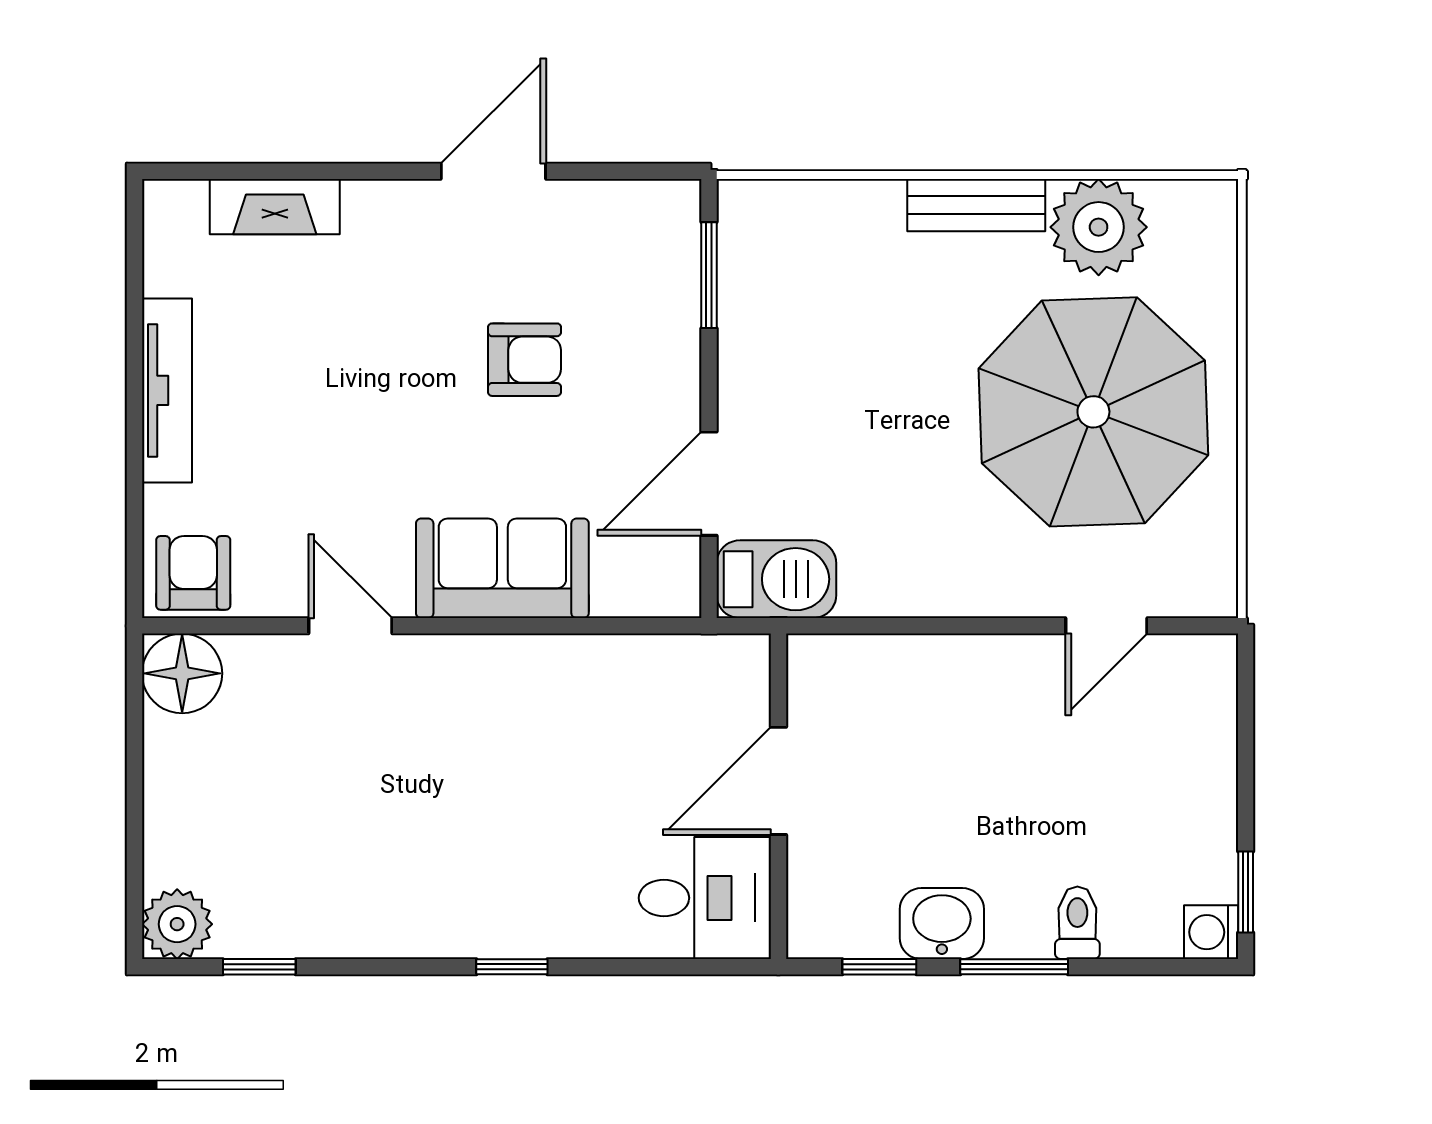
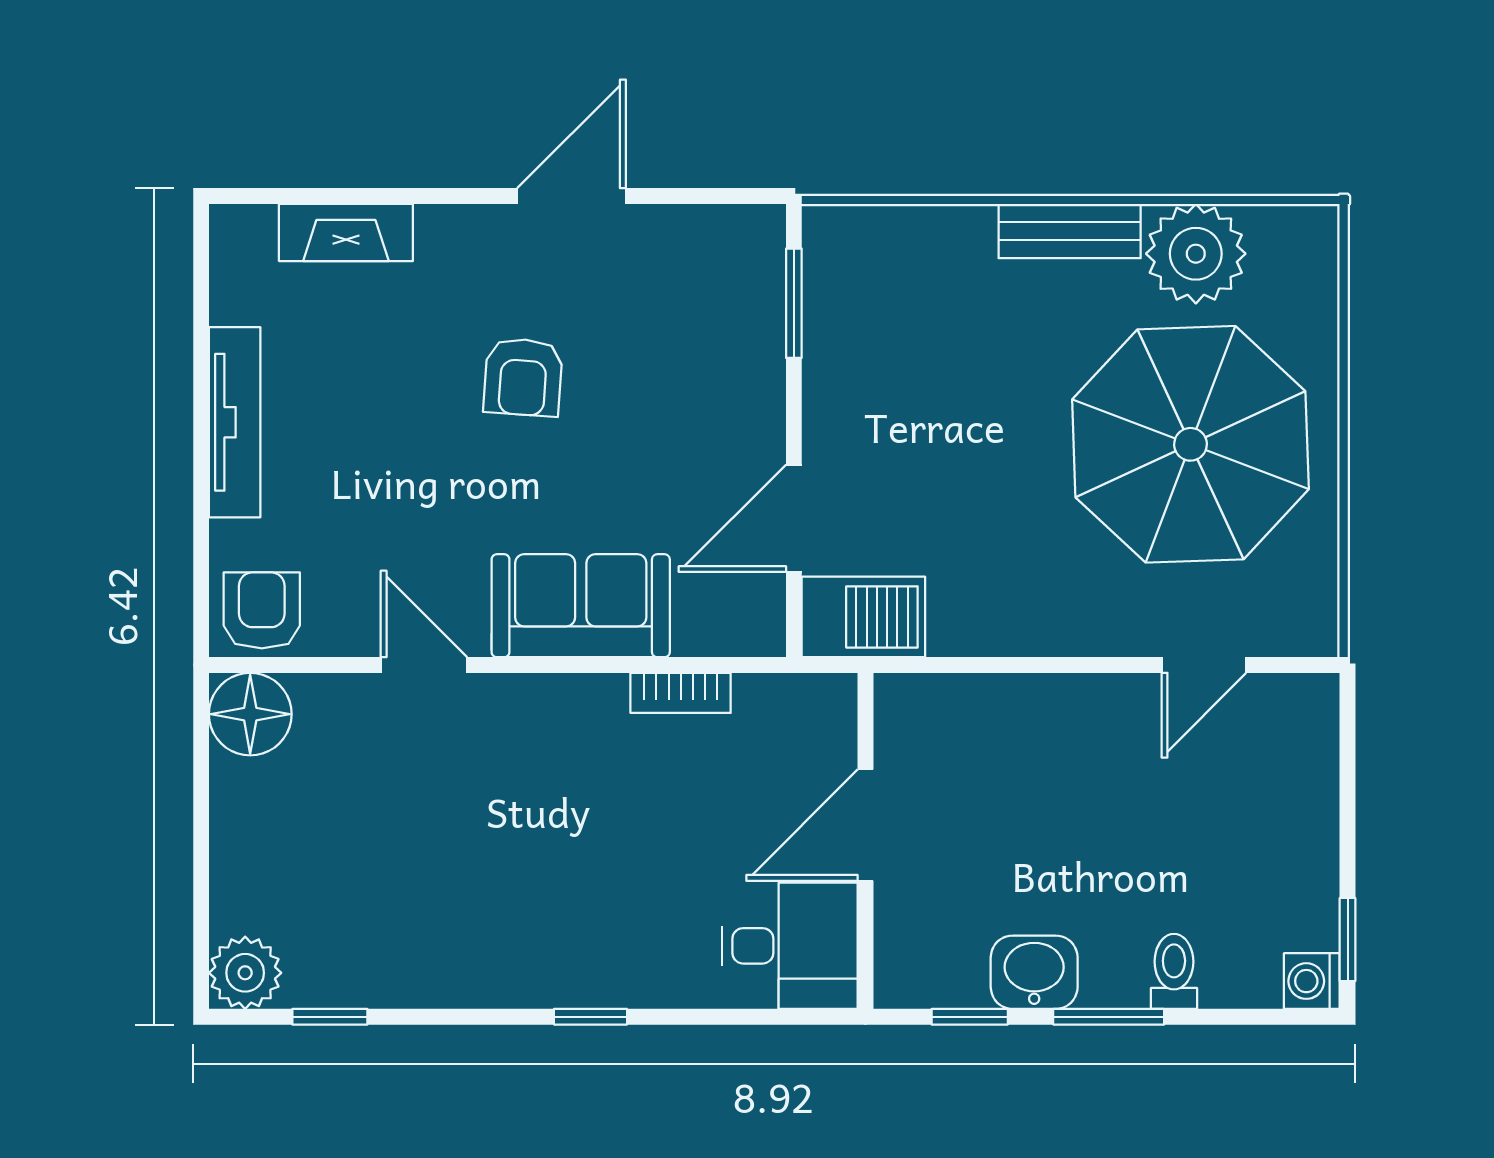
armchair: (525, 360) -> (523, 377), moved, turned 94
bookcase: (599, 653) -> (681, 693), added

